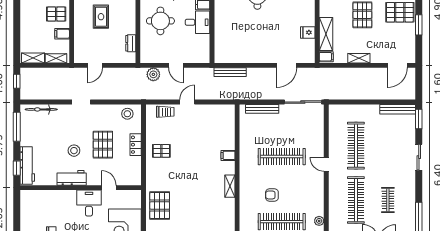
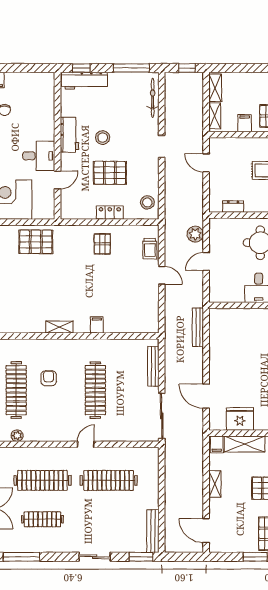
fridge: (308, 32) -> (240, 419), width x1.88, depth x1.34
clothes rail: (388, 200) -> (42, 519), width x1.36

